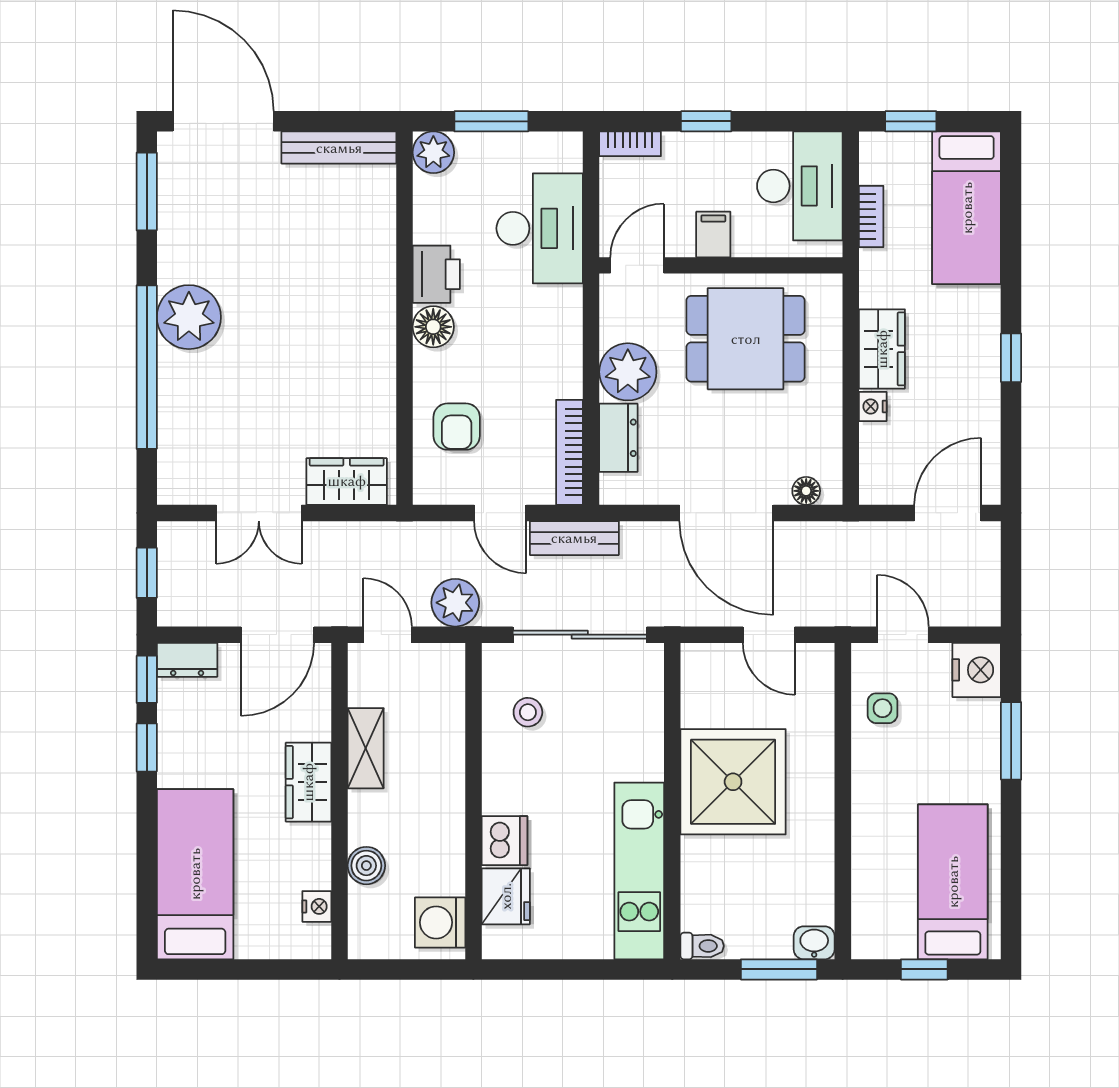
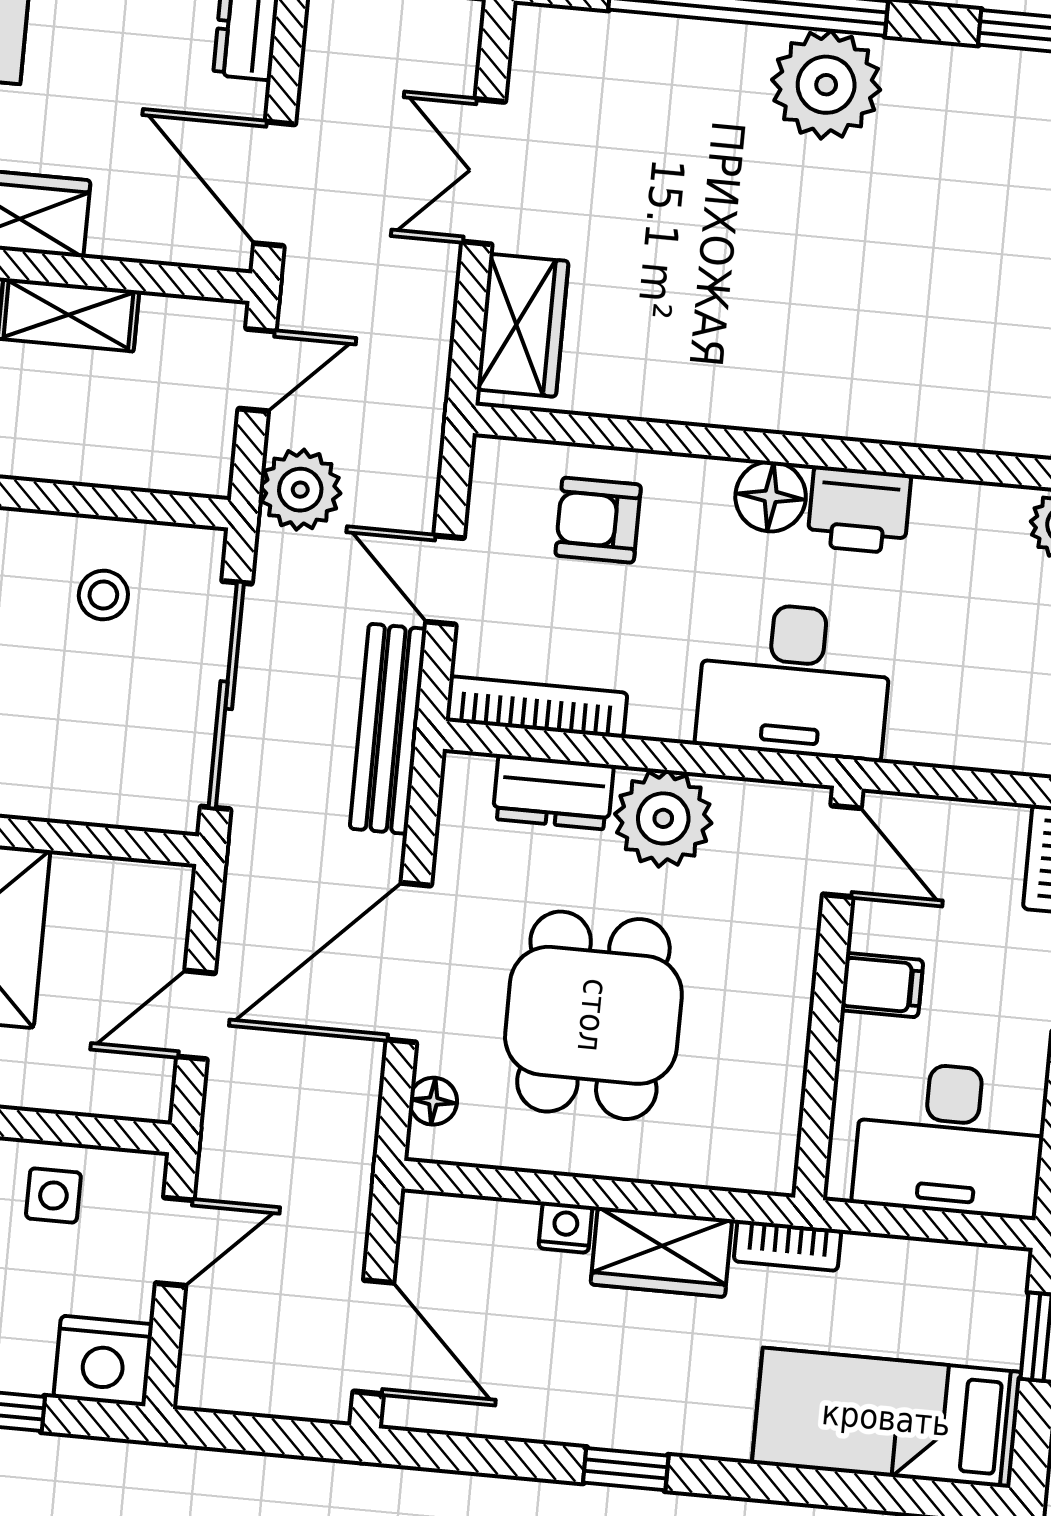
bookcase: (871, 217) -> (787, 1246), moved
desk: (540, 228) -> (794, 680), moved
dining table: (746, 339) -> (593, 1015), moved
door: (500, 513) -> (445, 580), hinge flipped
bench: (574, 538) -> (388, 729), width x1.36

